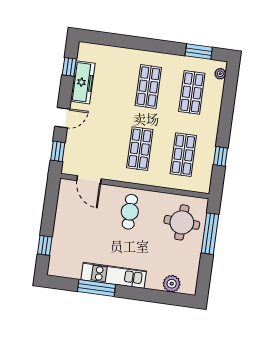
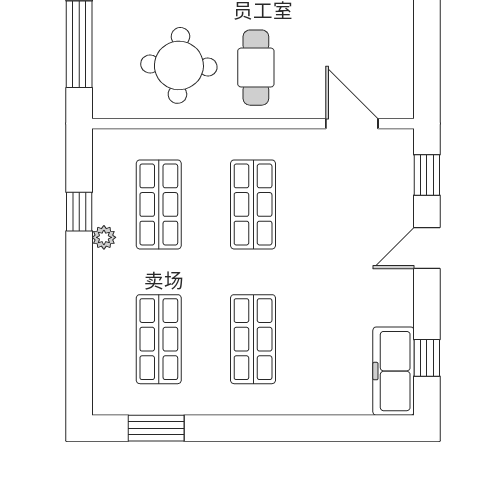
plant: (220, 74) -> (104, 237), moved
freezer: (83, 82) -> (393, 371), moved
round table: (182, 222) -> (179, 65), moved

